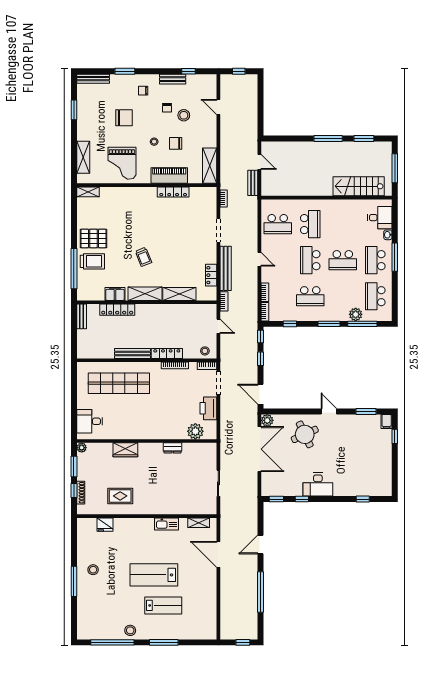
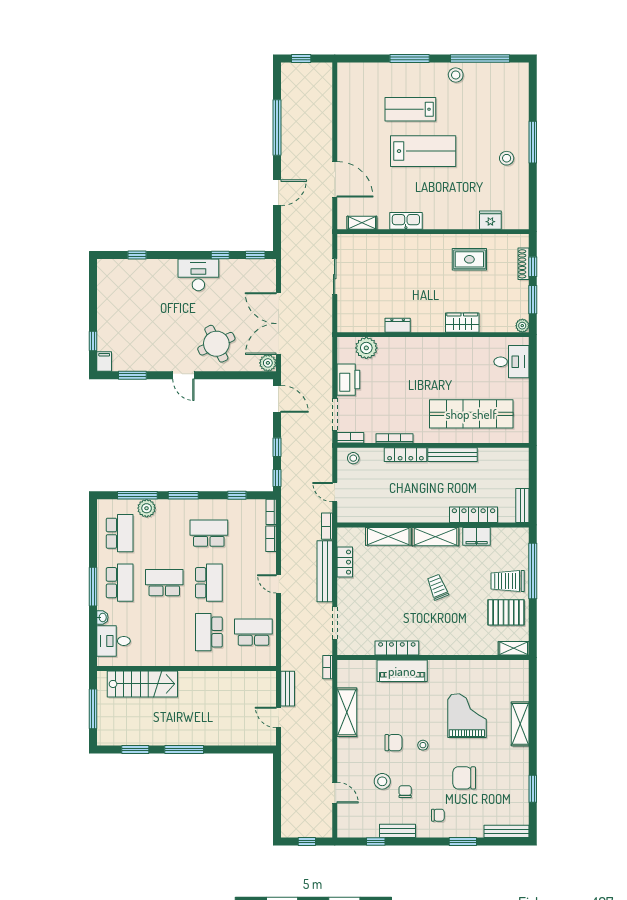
piano: (169, 175) -> (402, 671), moved
wall: (147, 185) -> (433, 658), moved
shelving: (88, 192) -> (514, 648), moved
locker: (173, 192) -> (397, 648), moved

